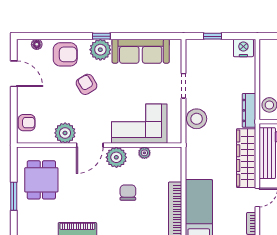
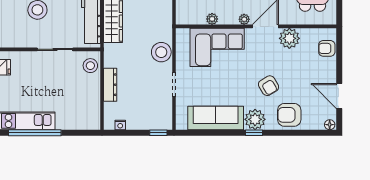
window: (212, 36) -> (158, 133), moved
floor lamp: (37, 44) -> (330, 125), moved
nightstand: (243, 48) -> (120, 125), width x0.53, depth x0.56
dresser: (249, 110) -> (110, 85), moved
plant: (116, 157) -> (244, 19), width x0.53, depth x0.53

